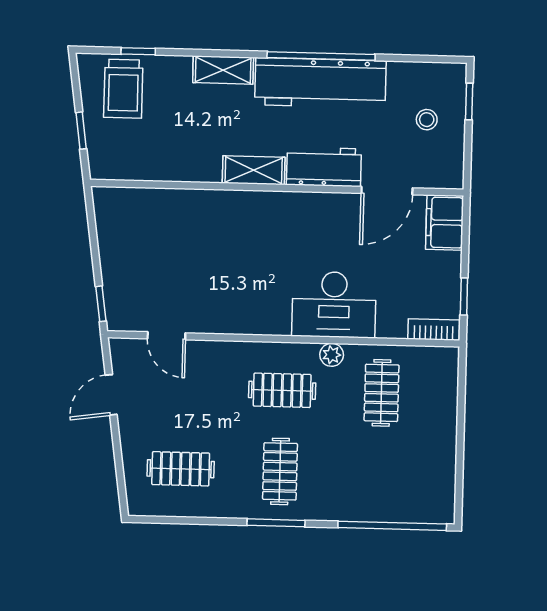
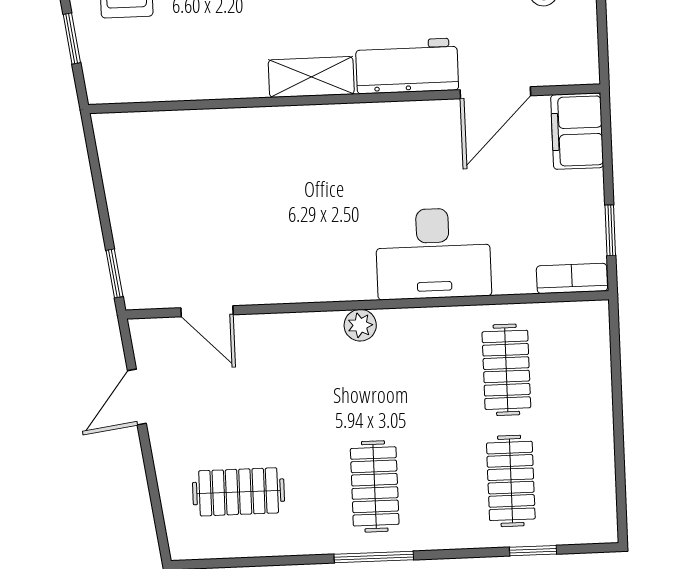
plant: (332, 355) -> (360, 325), moved
clothes rail: (282, 390) -> (511, 481), moved, turned 90
window: (392, 526) -> (533, 551), width x0.32

